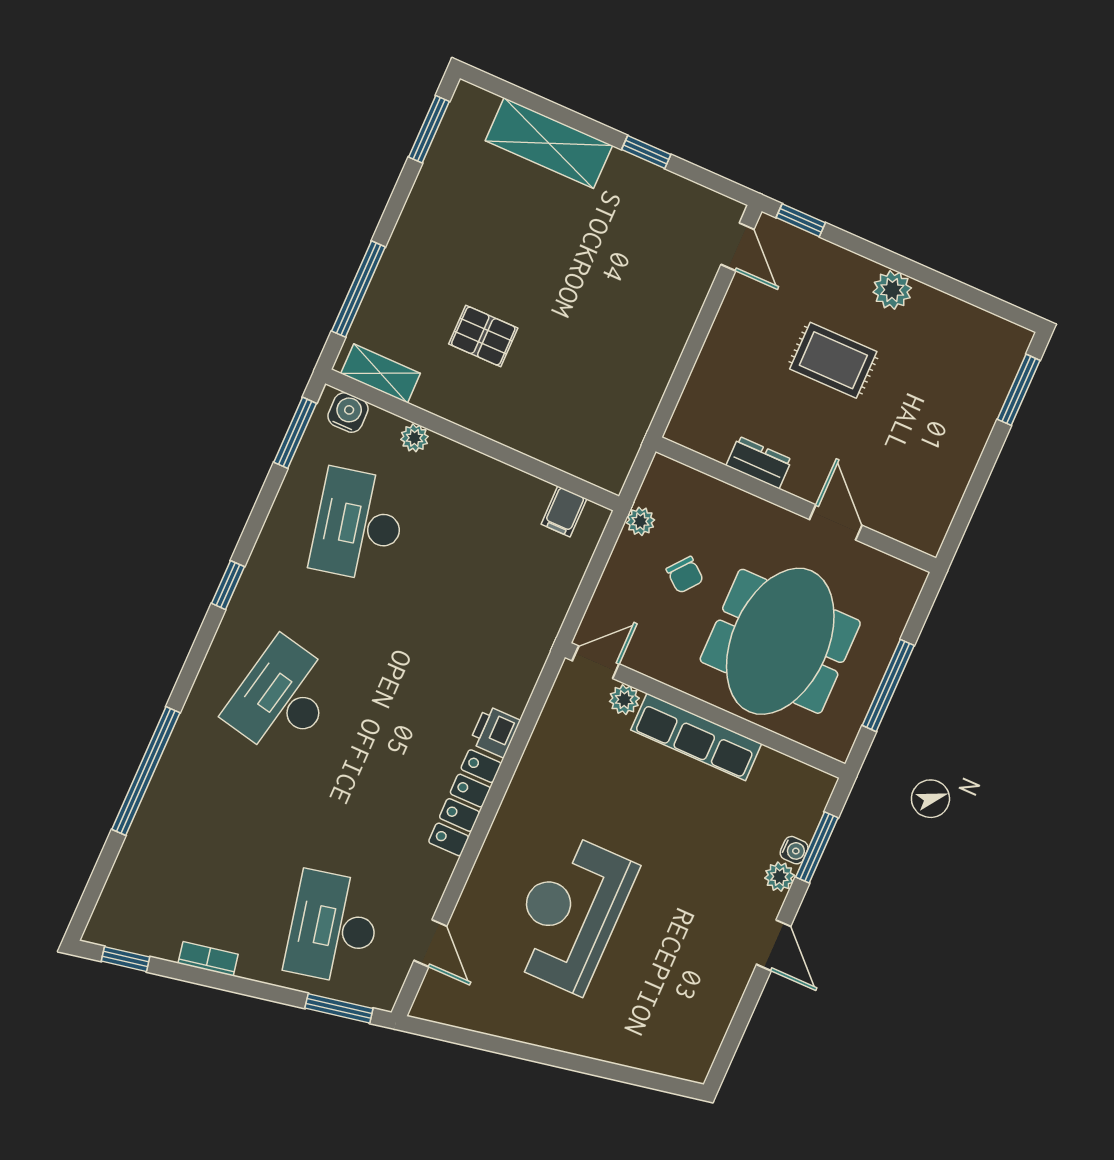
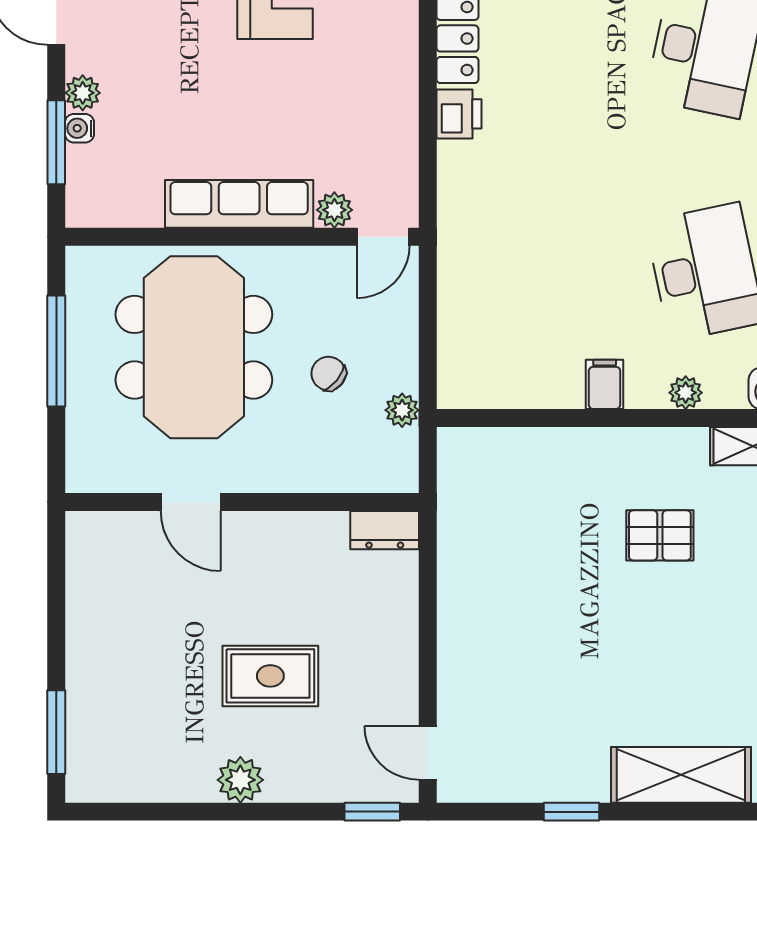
dresser: (759, 462) -> (385, 530), moved
filing cabinet: (564, 511) -> (605, 384), moved

